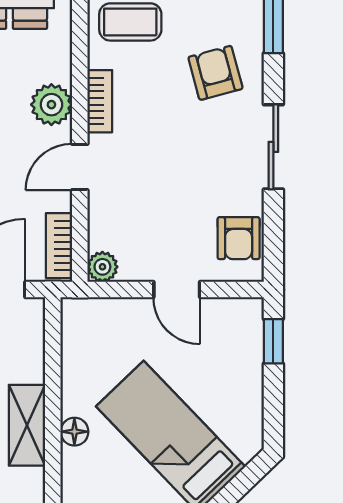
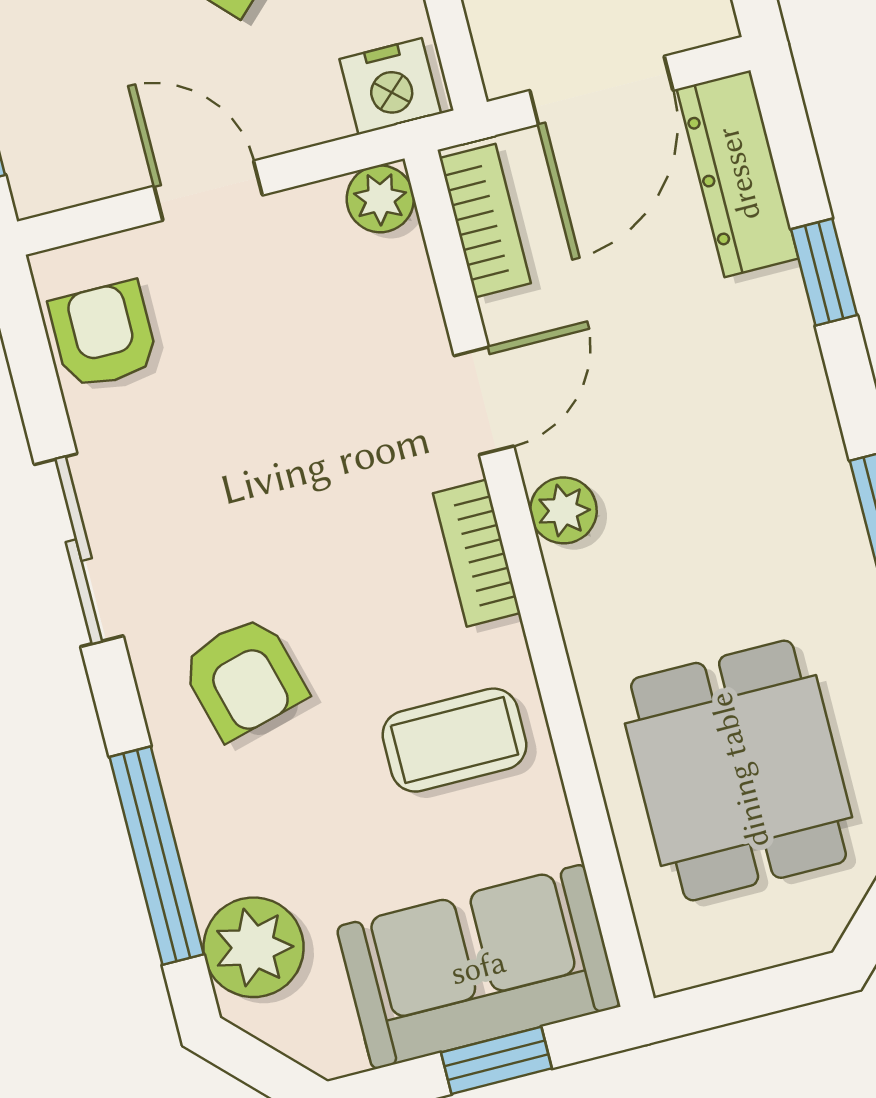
plant: (51, 105) -> (563, 510), width x0.73, depth x0.73
nightstand: (86, 315) -> (390, 86), added

